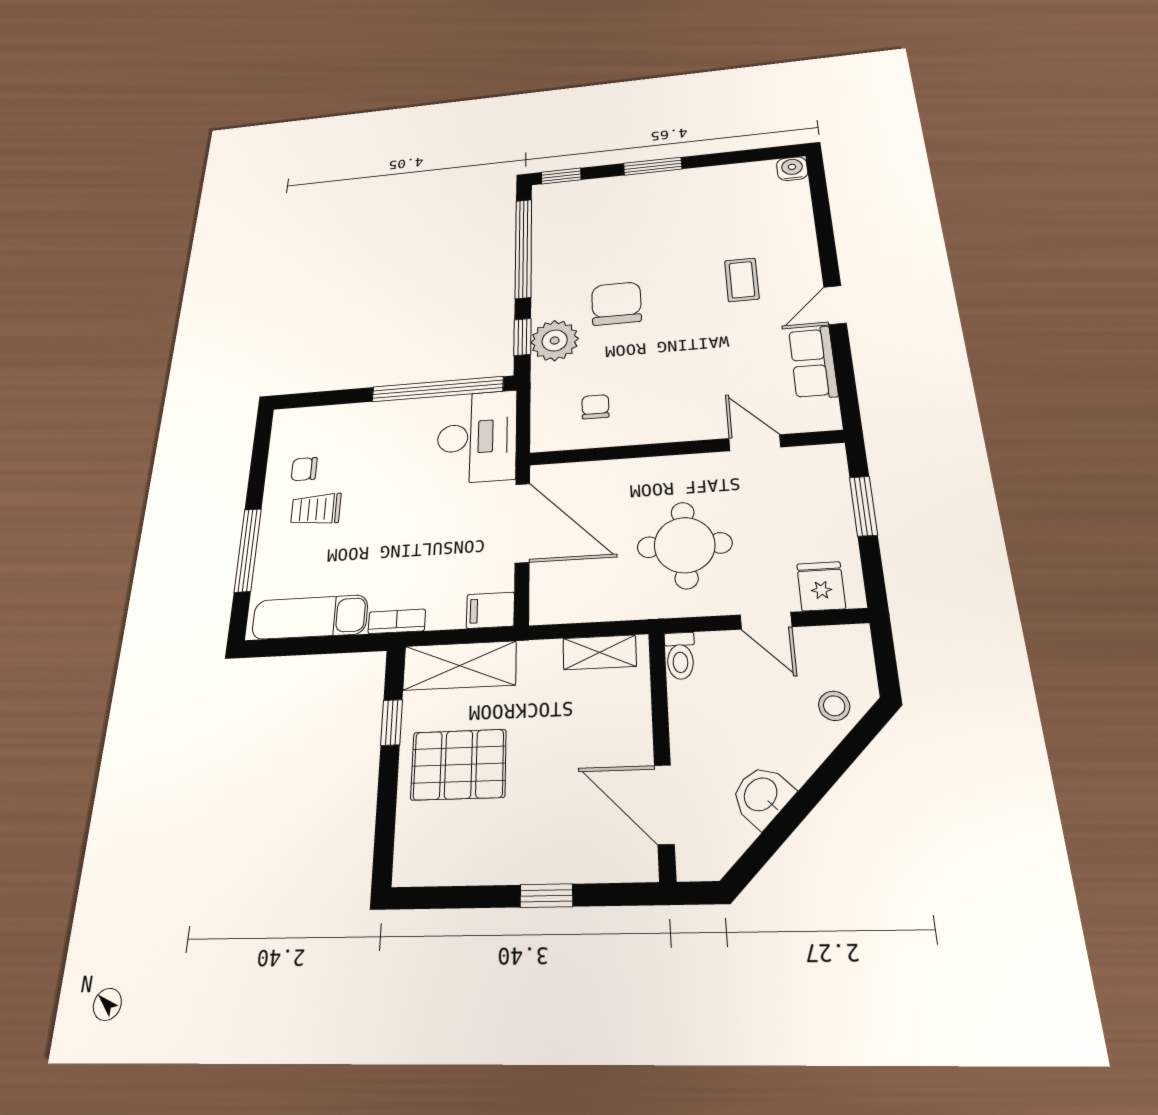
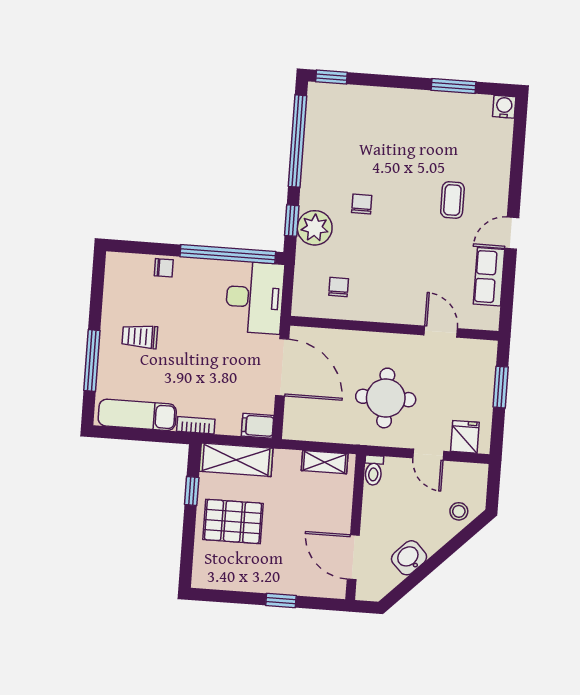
window: (653, 166) -> (454, 86), moved
chair: (616, 303) -> (362, 204), width x0.54, depth x0.54
chair: (304, 469) -> (164, 268), moved, turned 180

